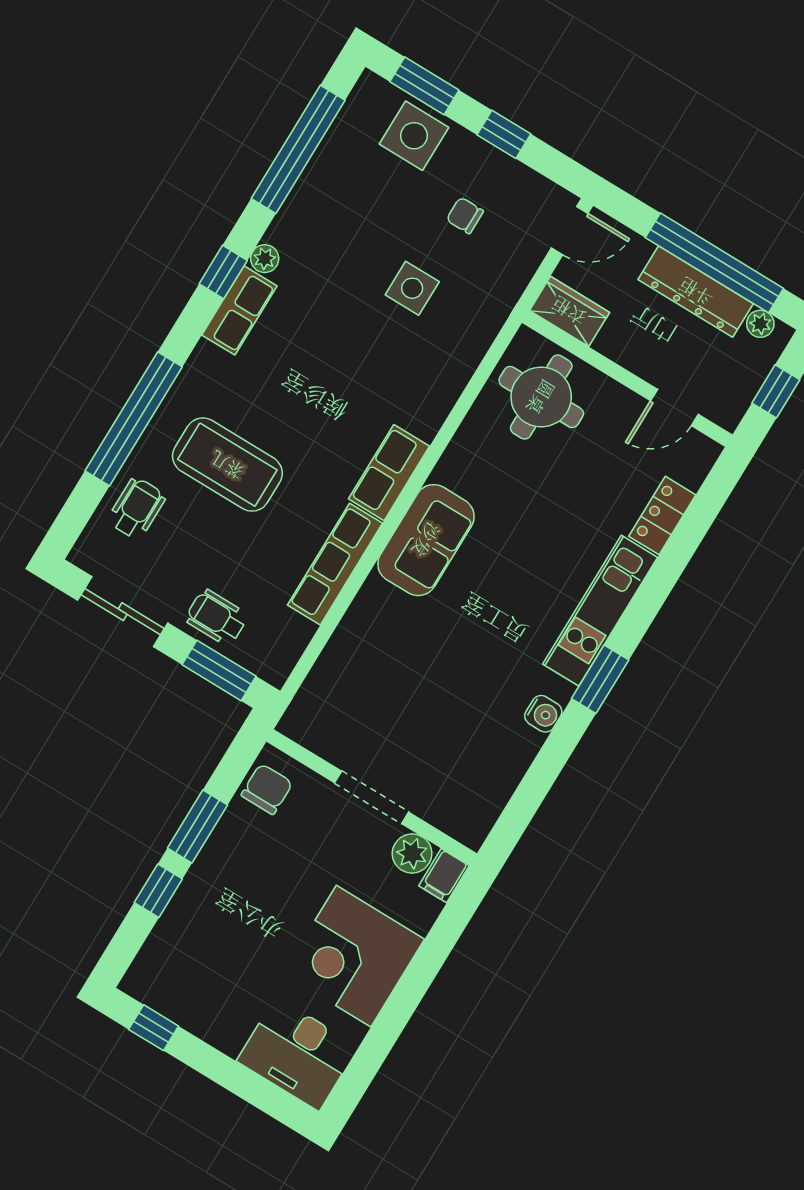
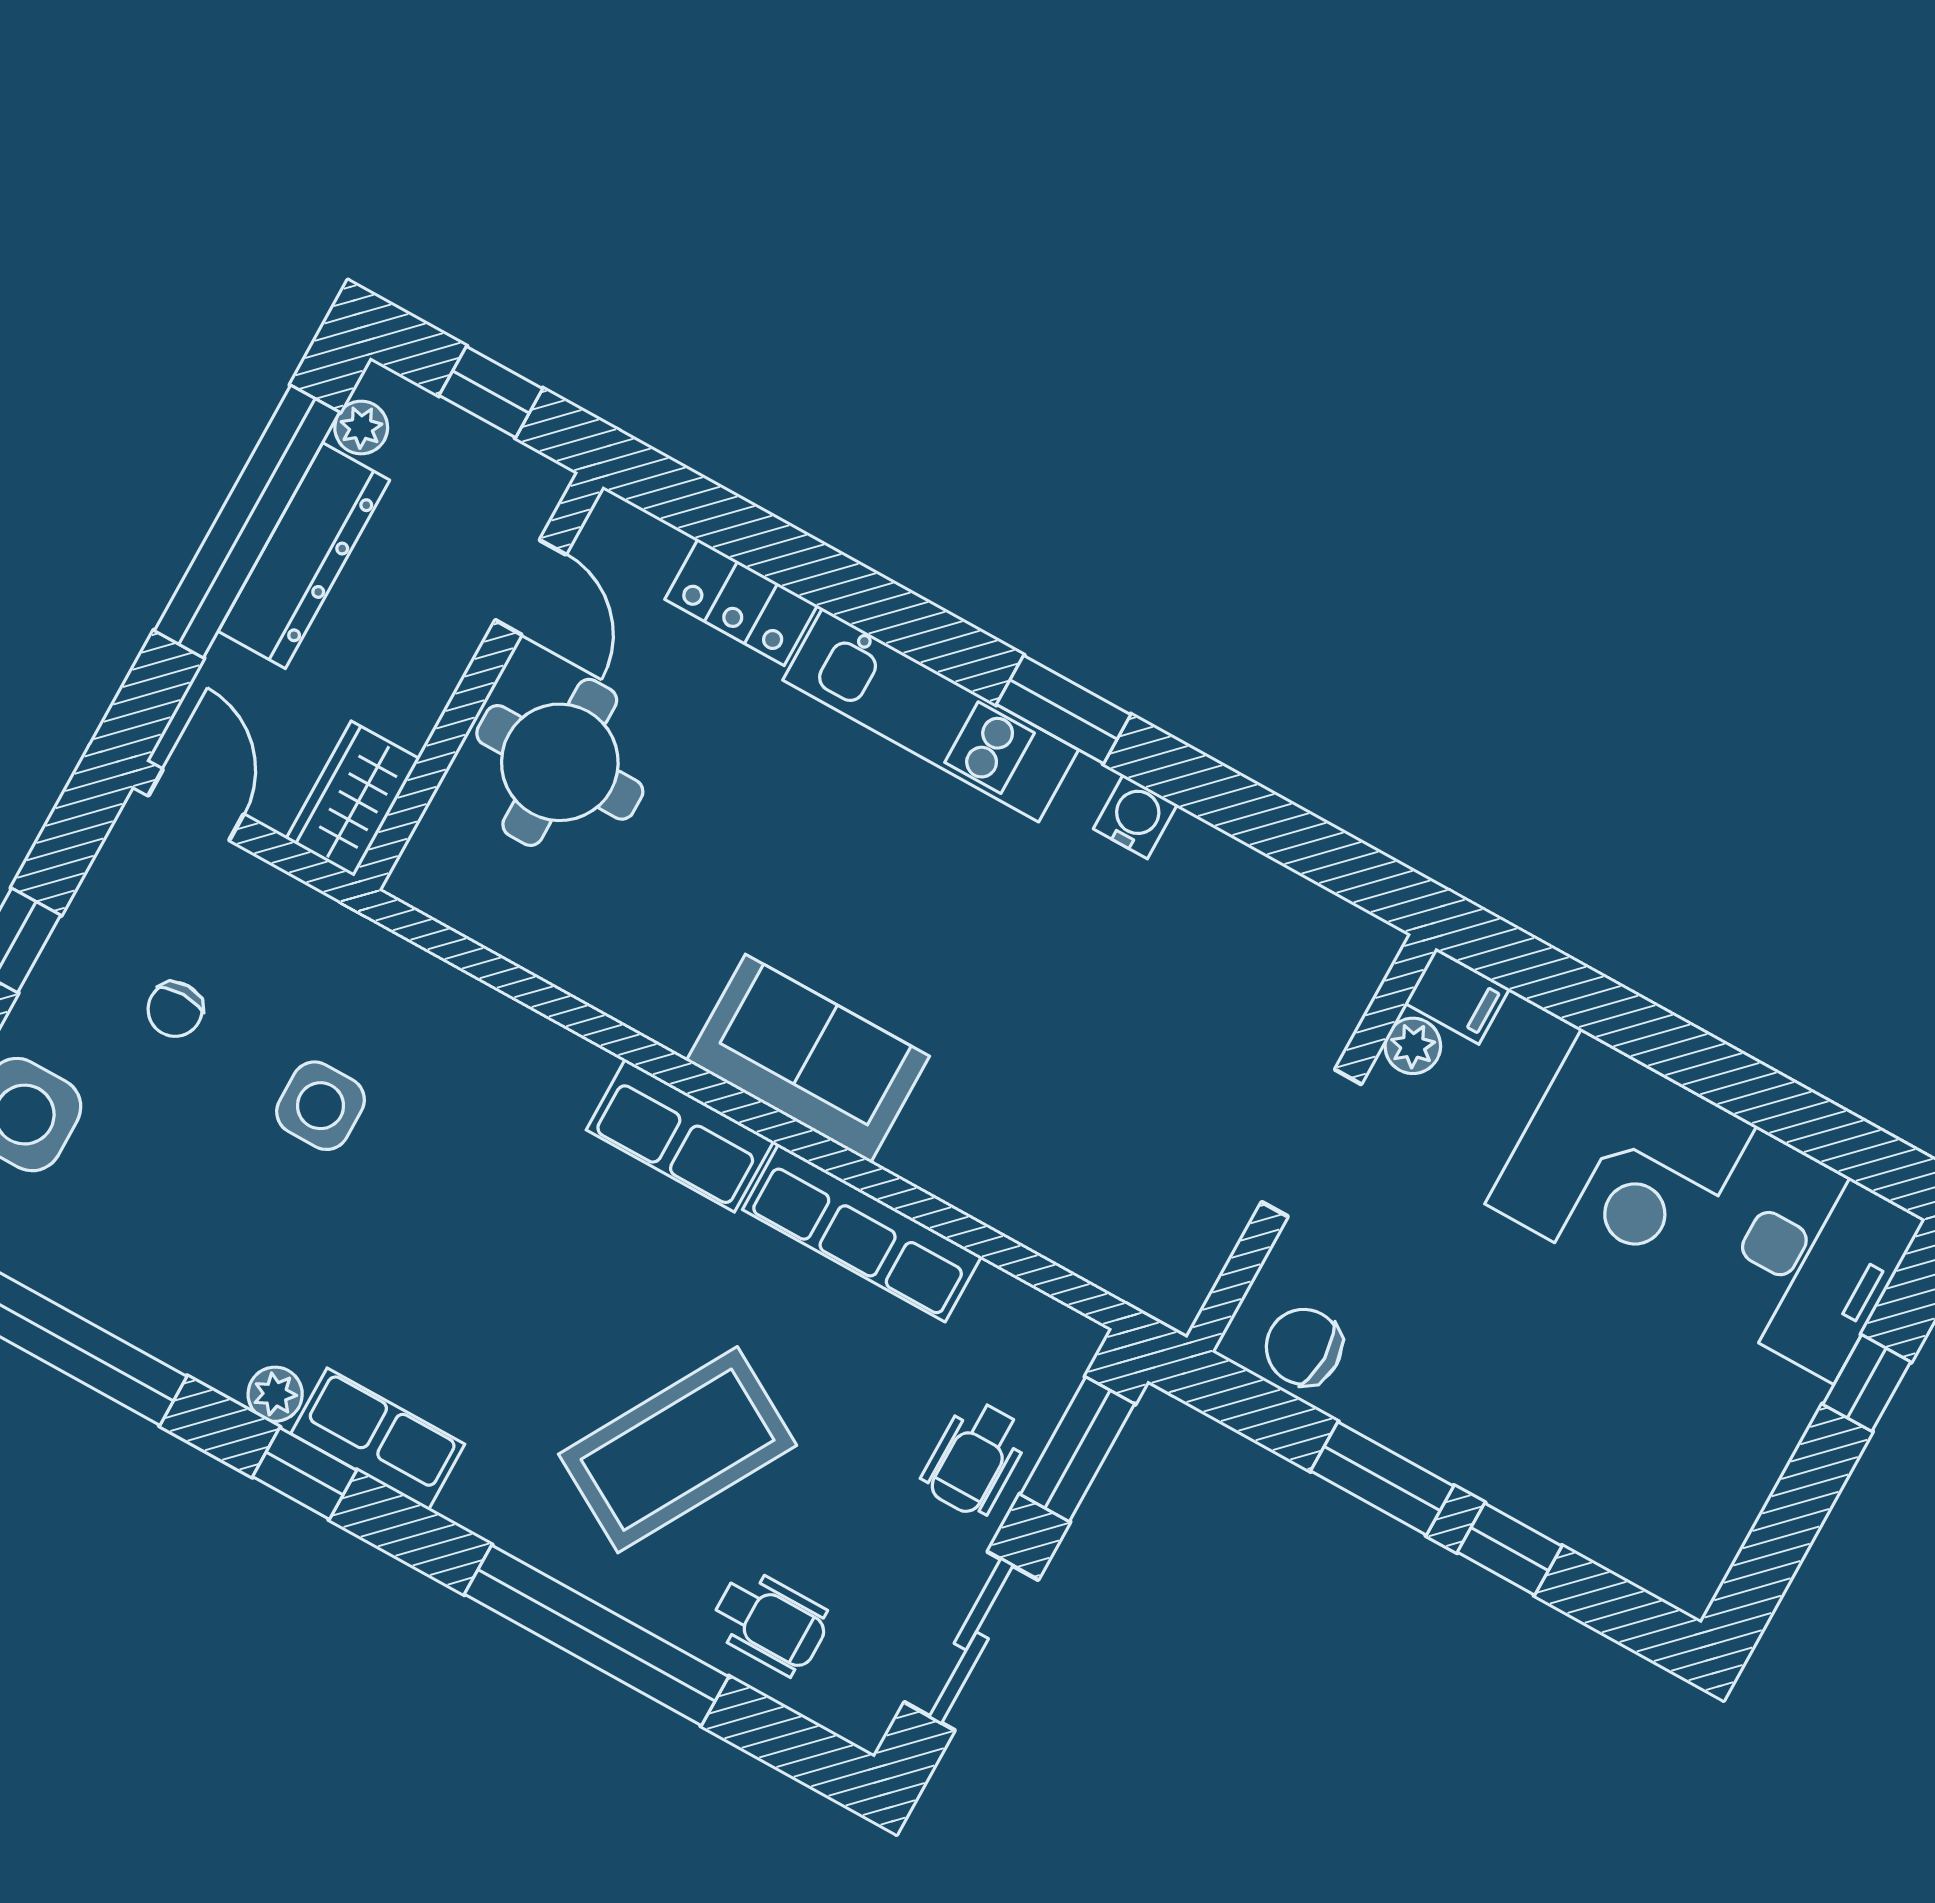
round table: (541, 397) -> (560, 762), moved
coffee table: (227, 465) -> (678, 1450), turned 30
wheelchair: (137, 508) -> (770, 1622), turned 180
plant: (412, 854) -> (1413, 1046), width x0.73, depth x0.73
window: (154, 1028) -> (1867, 1383), moved

